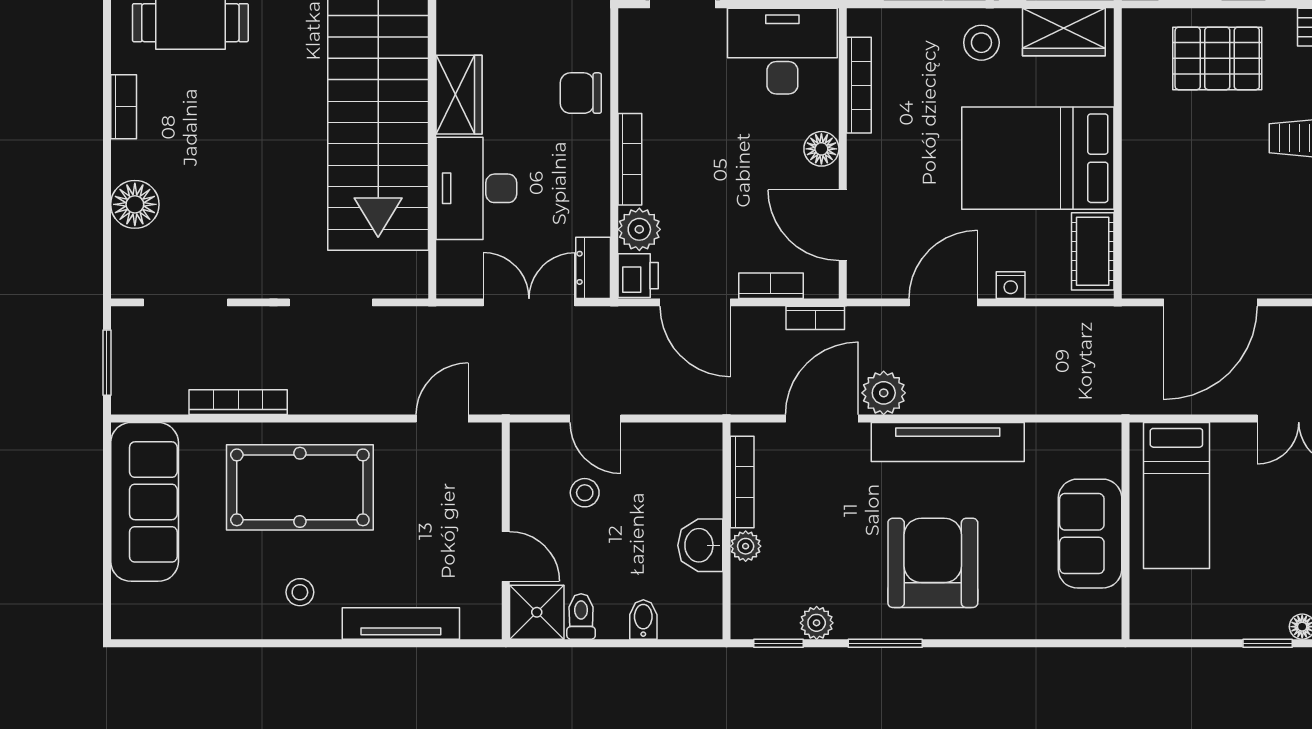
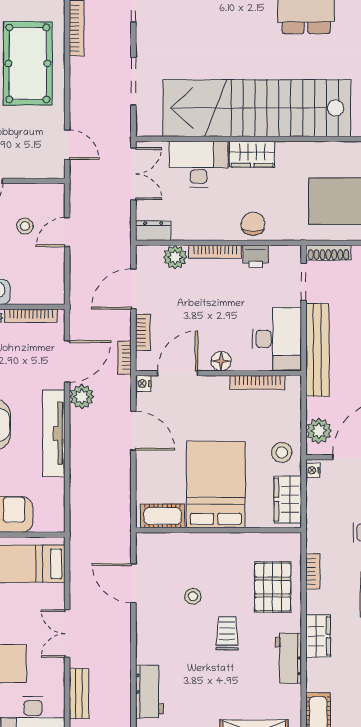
stool: (1233, 198) -> (193, 596), added
printer: (638, 276) -> (256, 256), moved
nightstand: (1011, 285) -> (143, 384), moved
double door: (529, 302) -> (133, 174), moved
door: (1210, 302) -> (133, 583), width x0.73
door: (822, 419) -> (67, 361), hinge flipped

